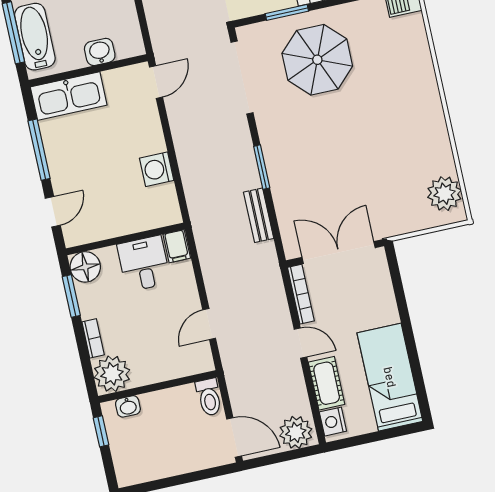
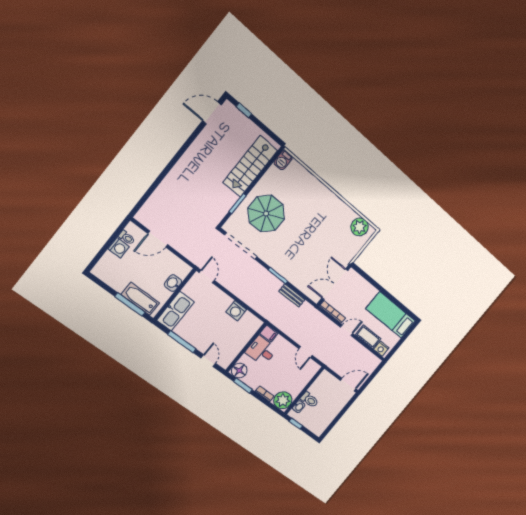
toilet: (209, 397) -> (309, 400), moved
plant: (296, 432) -> (370, 364), removed

